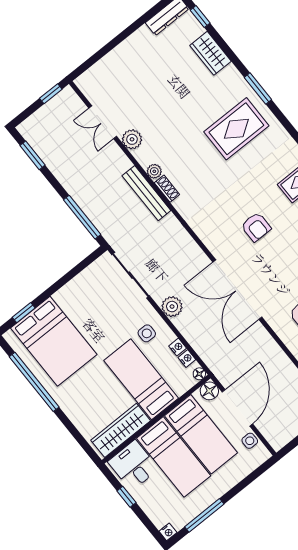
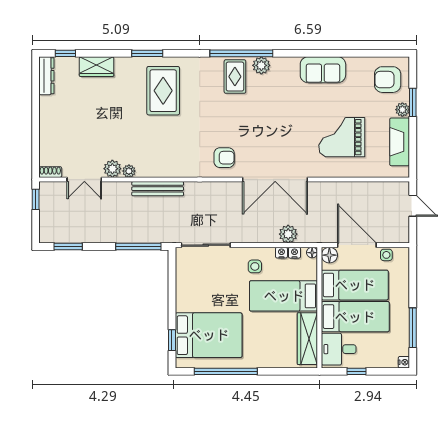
plant: (154, 171) -> (129, 171), moved
shoe rack: (167, 189) -> (50, 172), moved
armchair: (256, 227) -> (224, 158), moved
plant: (172, 307) -> (288, 234), moved

